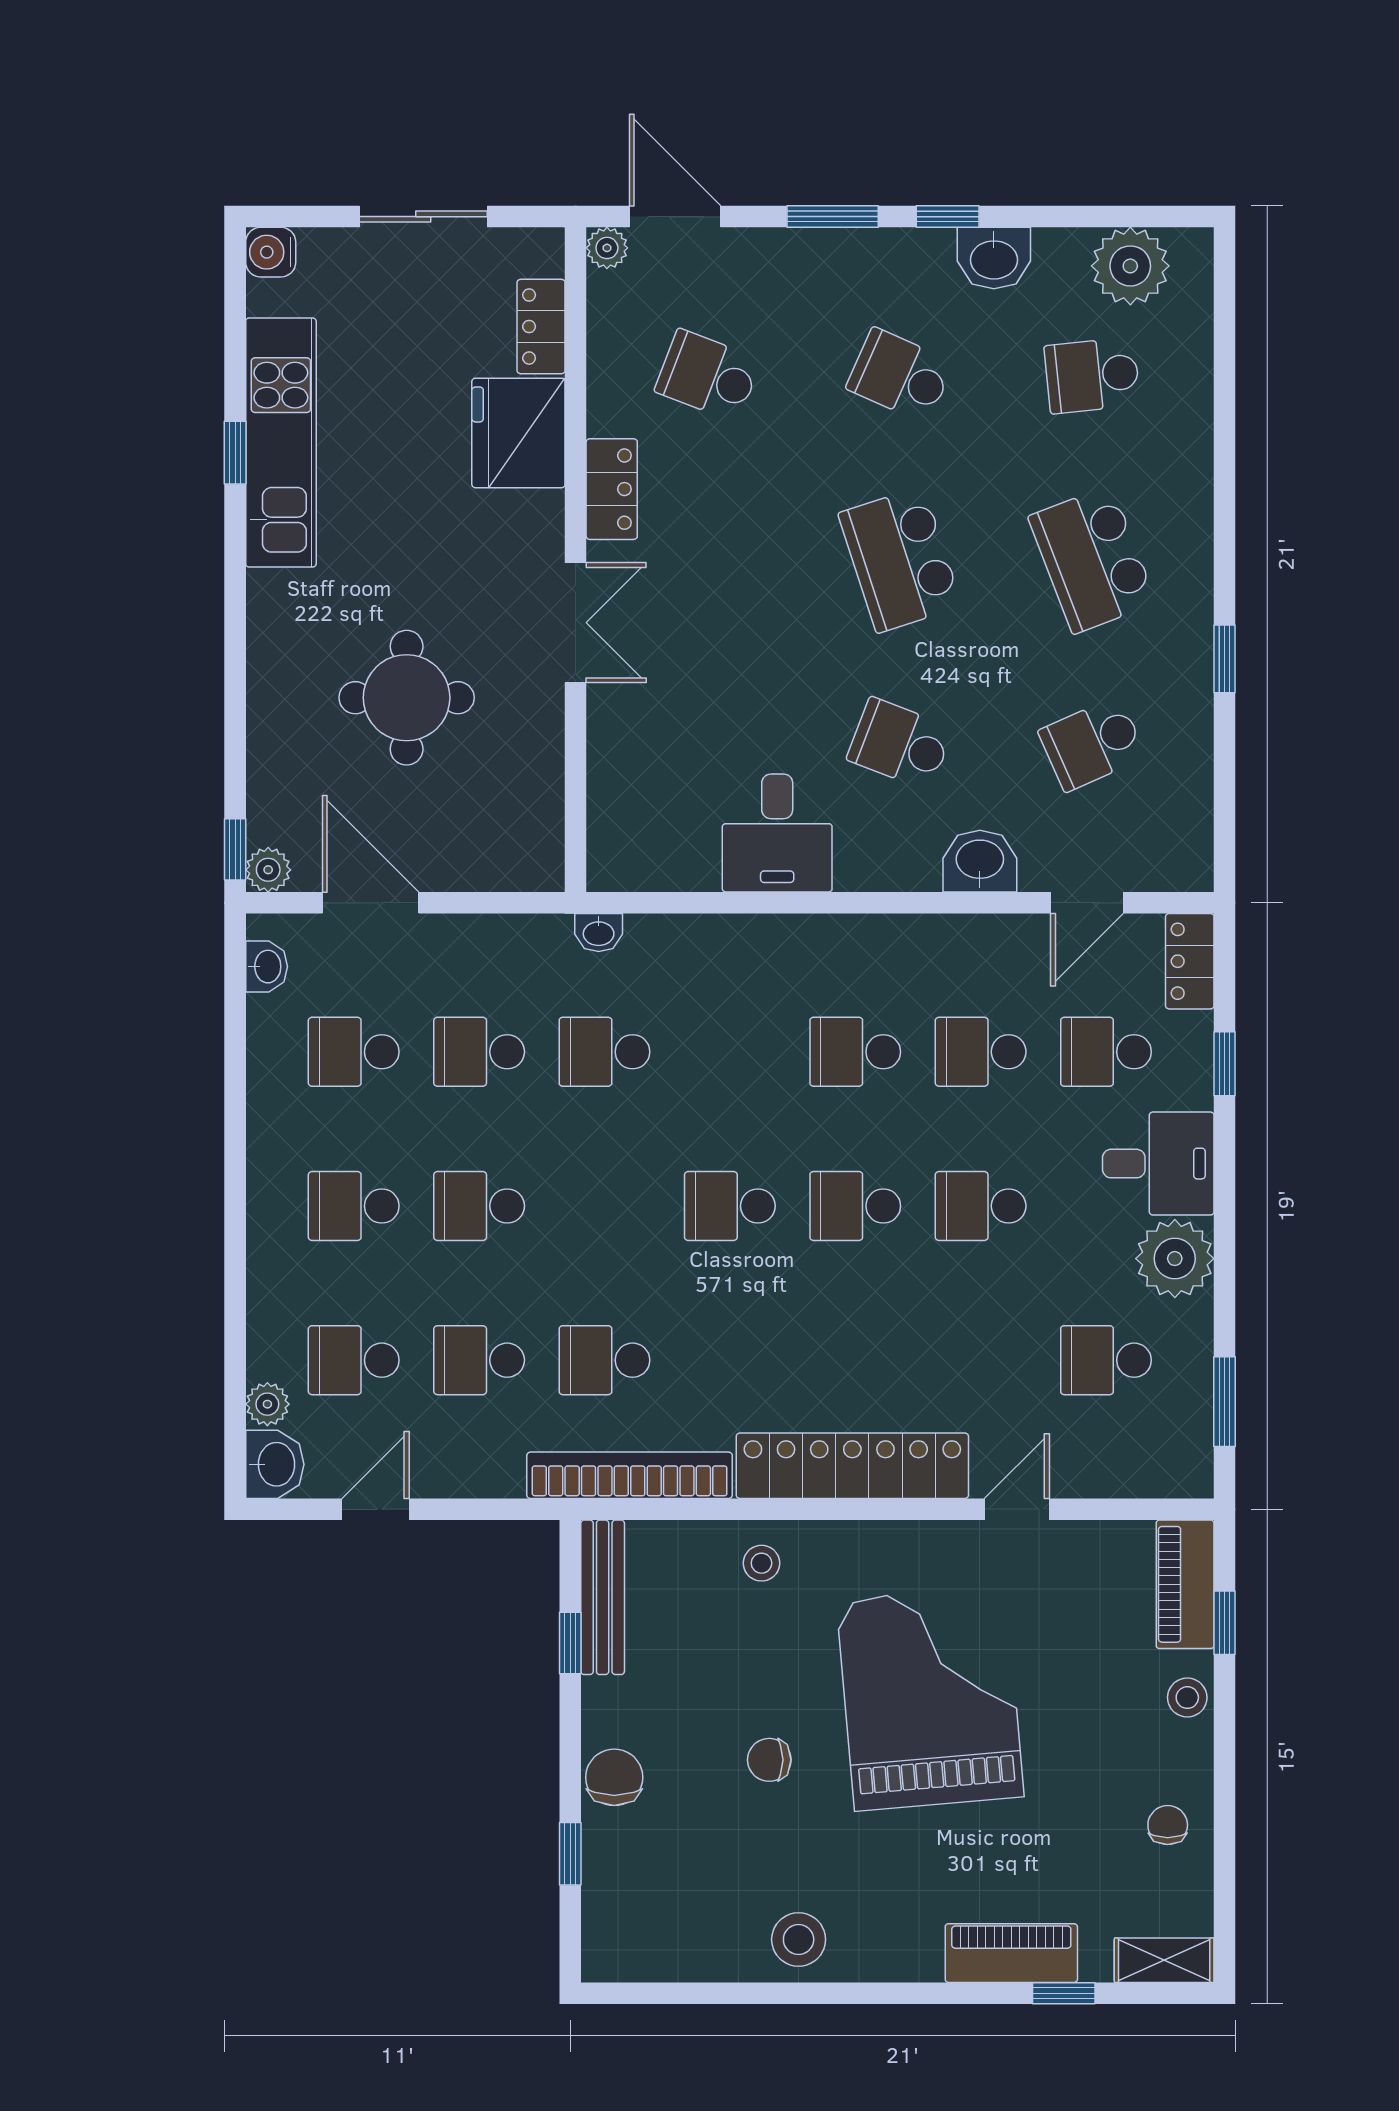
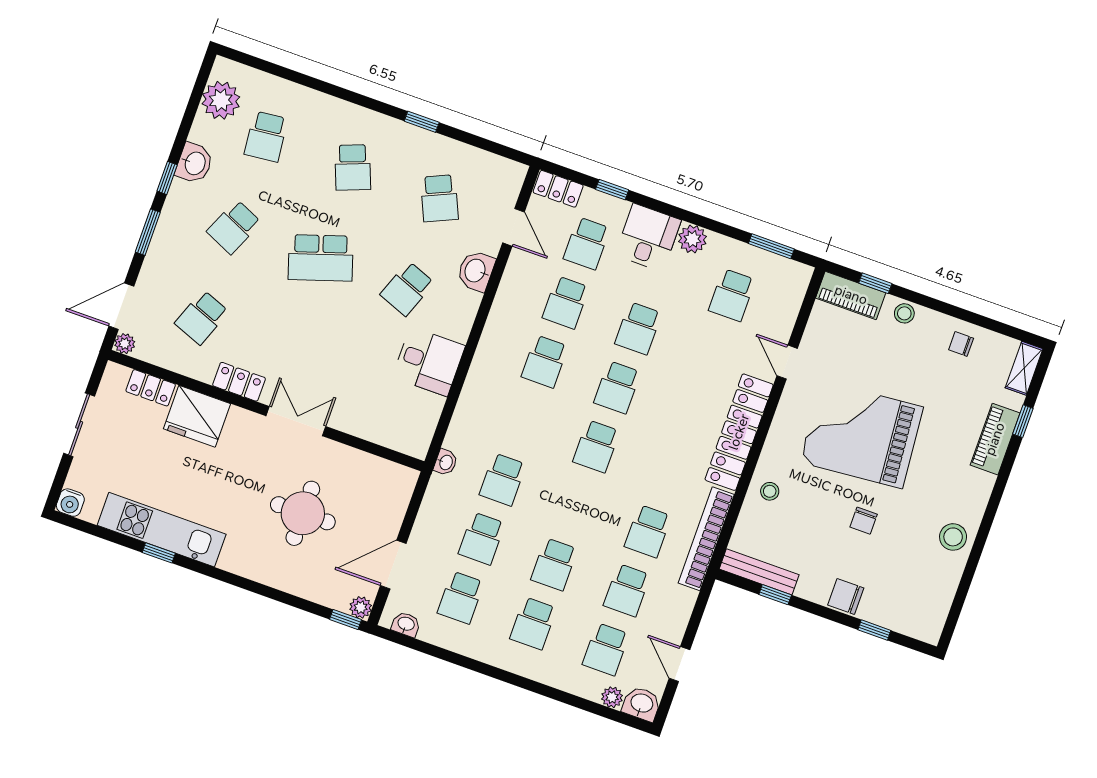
school desk: (1092, 560) -> (353, 167), width x0.54
plant: (1175, 1259) -> (692, 239), width x0.73, depth x0.73

